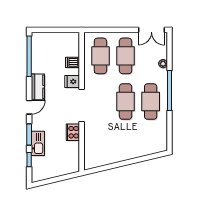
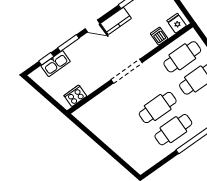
fridge: (72, 82) -> (177, 23), moved
cooker: (73, 132) -> (75, 96), moved
kitchen sink: (38, 143) -> (56, 64), moved

